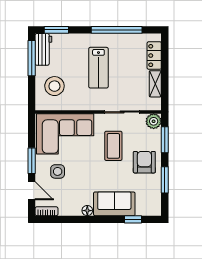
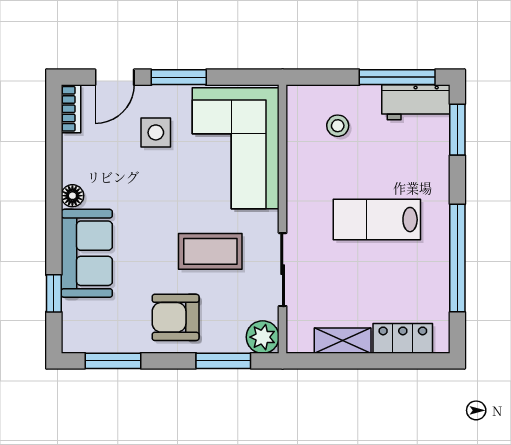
stool: (54, 86) -> (338, 126), width x0.53, depth x0.53
armchair: (144, 162) -> (176, 317), turned 180
window: (165, 180) -> (113, 361), moved

